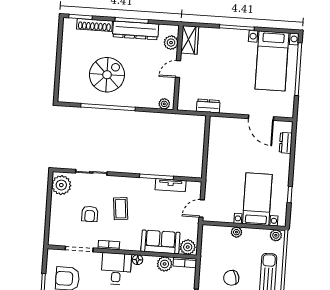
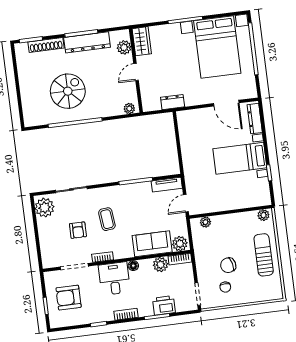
bed with nightstands: (272, 61) -> (217, 47), width x1.36
dresser: (286, 143) -> (255, 119), width x1.44
tv unit: (171, 185) -> (167, 185), moved
bed with nightstands: (257, 199) -> (240, 158), moved, turned -90
plant: (236, 232) -> (205, 222), moved

